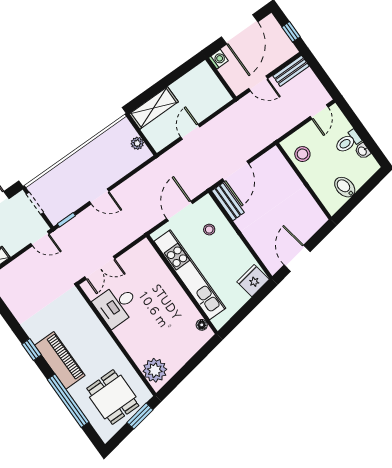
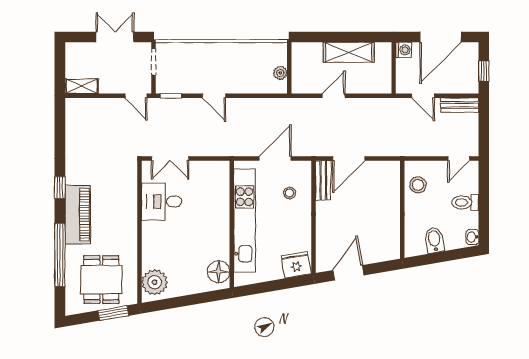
shelving: (154, 108) -> (349, 52), moved
washbasin: (363, 151) -> (472, 237), moved
floor lamp: (202, 325) -> (219, 272), width x1.89, depth x1.89

